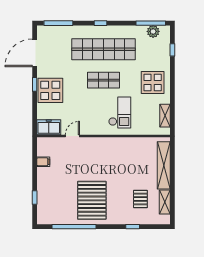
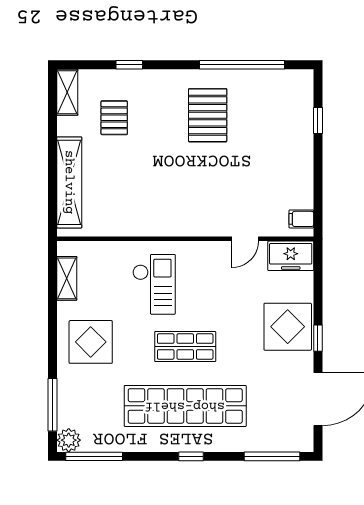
plant: (153, 31) -> (69, 440), moved
window: (172, 50) -> (53, 405), width x2.17
checkout: (120, 112) -> (154, 284), turned 180
filing cabinet: (43, 162) -> (301, 219), moved
pallet: (92, 200) -> (208, 115), width x0.73, depth x0.71
shelving: (165, 202) -> (67, 92), moved

